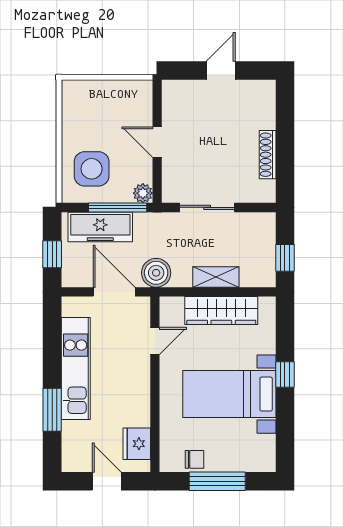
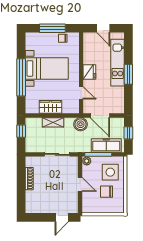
door: (221, 70) -> (62, 217), moved
chair: (100, 127) -> (107, 192), added
wardrobe: (221, 311) -> (50, 107), width x0.67
door: (155, 341) -> (81, 93), swing flipped
kitchen unit: (76, 369) -> (118, 63), moved
window: (285, 375) -> (21, 77), width x3.17
window: (52, 410) -> (128, 74), moved
fridge: (137, 444) -> (89, 72), moved

